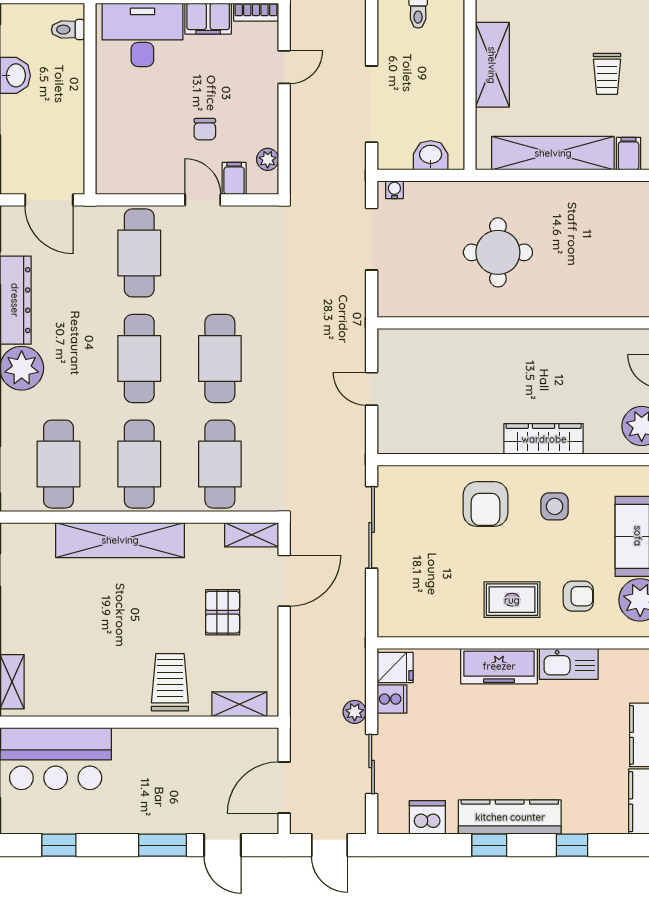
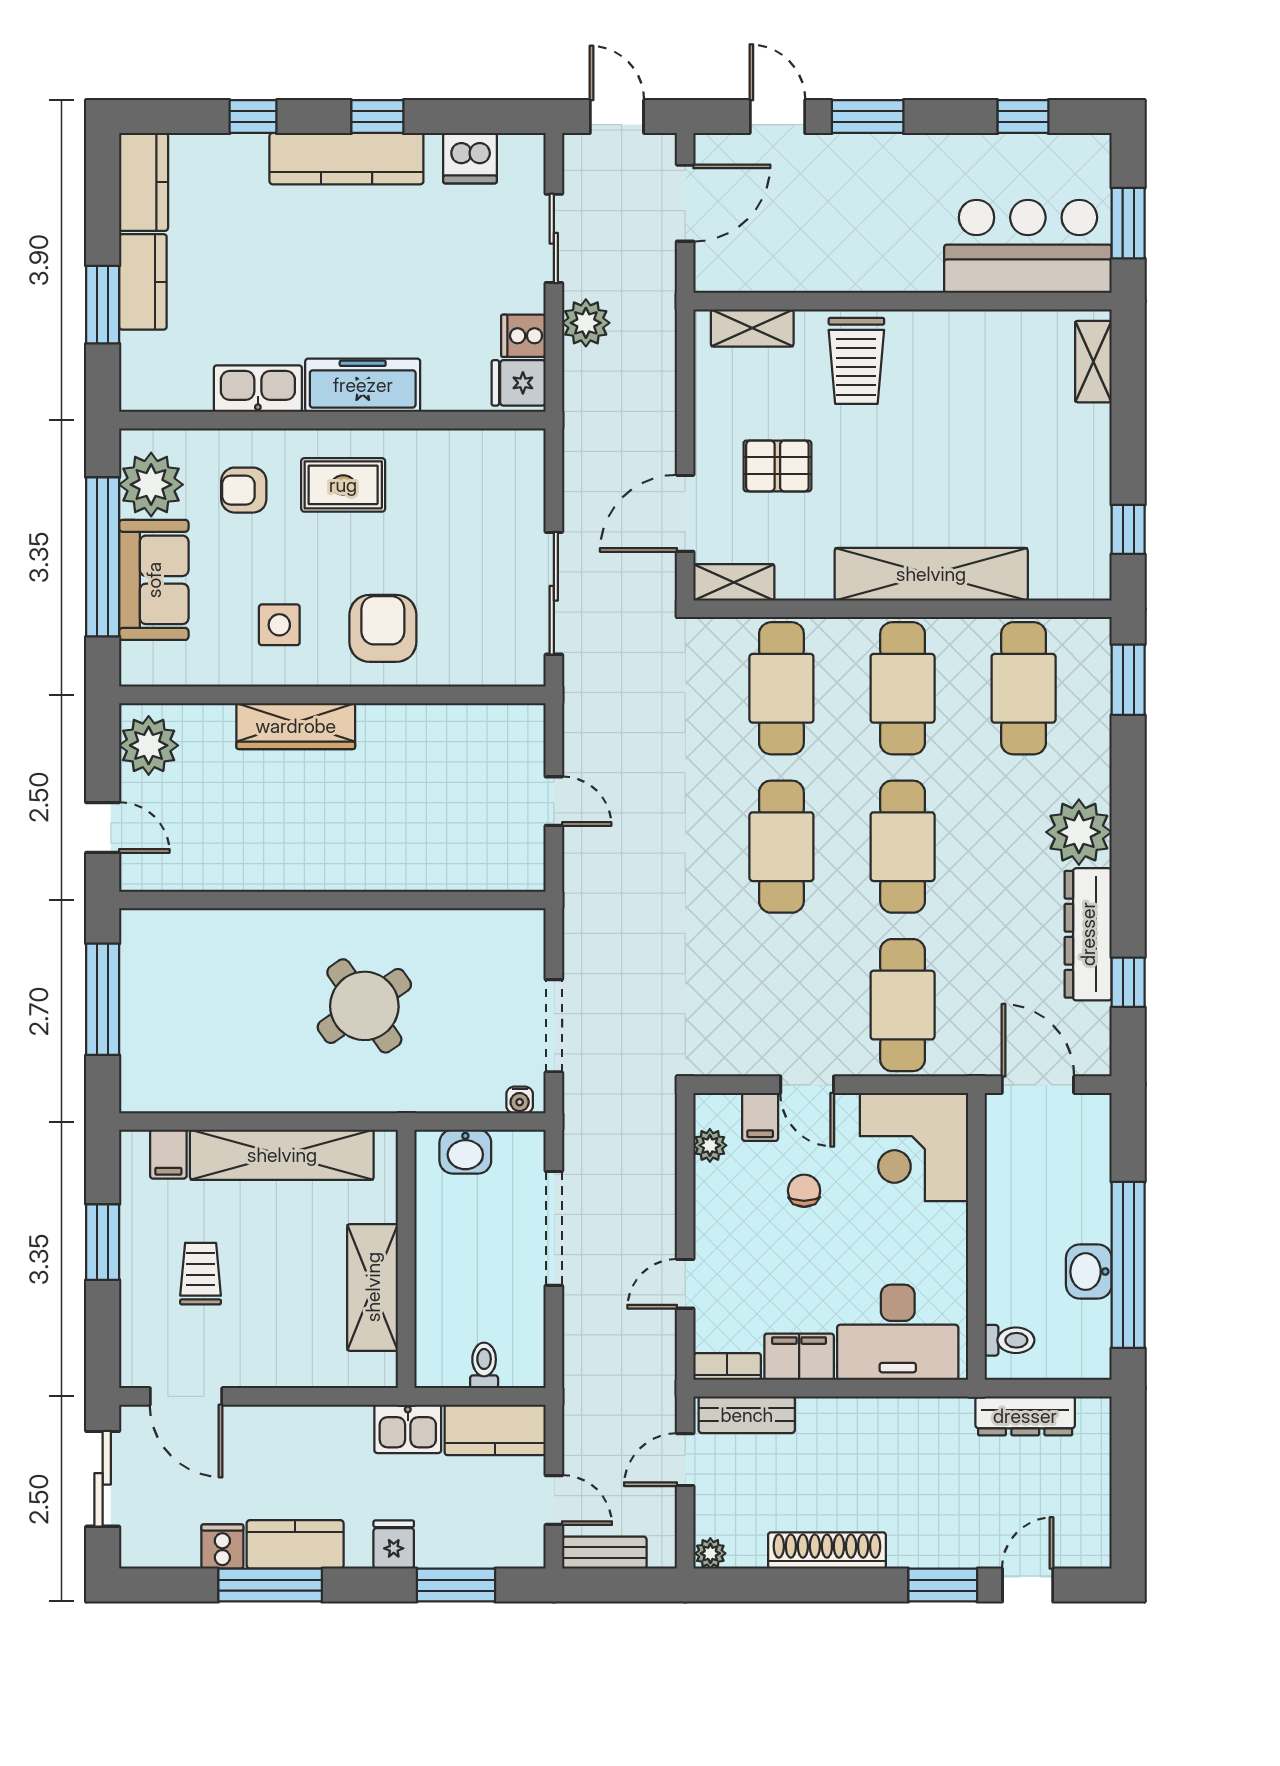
corner desk: (132, 158) -> (914, 1147), added
round table: (498, 252) -> (364, 1006), turned -35
pallet: (223, 612) -> (777, 466), turned 90
plant: (355, 712) -> (586, 323), width x1.38, depth x1.38

